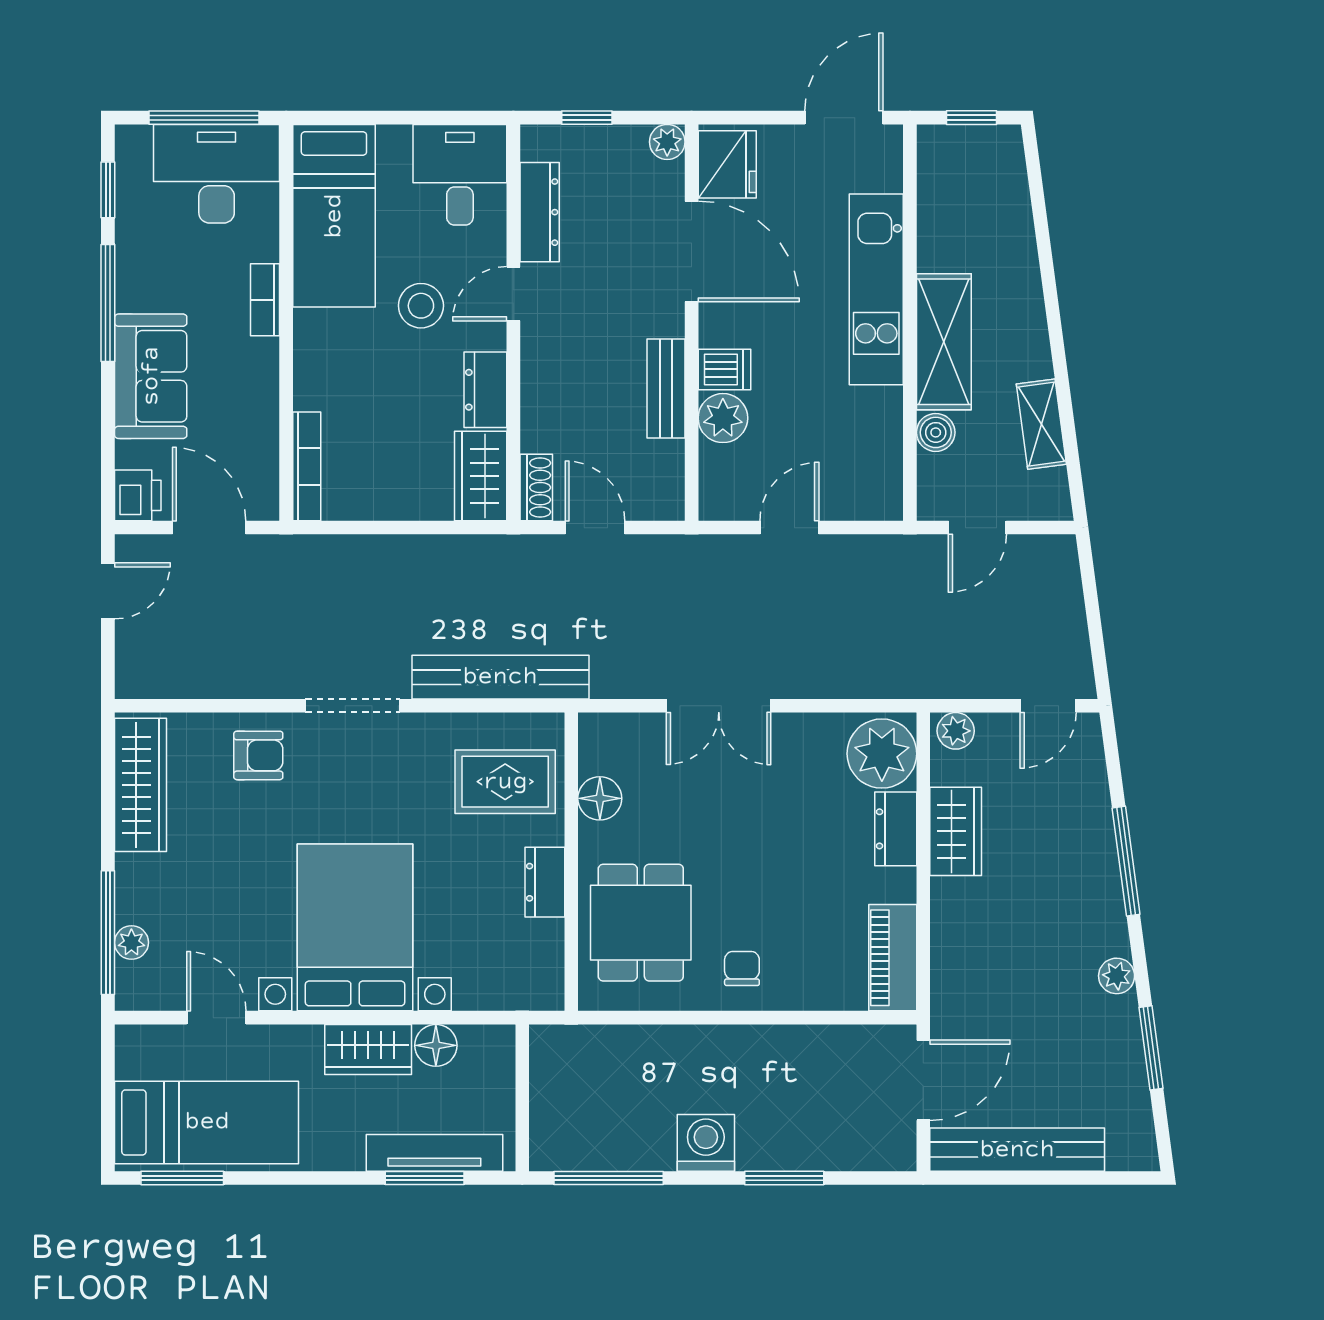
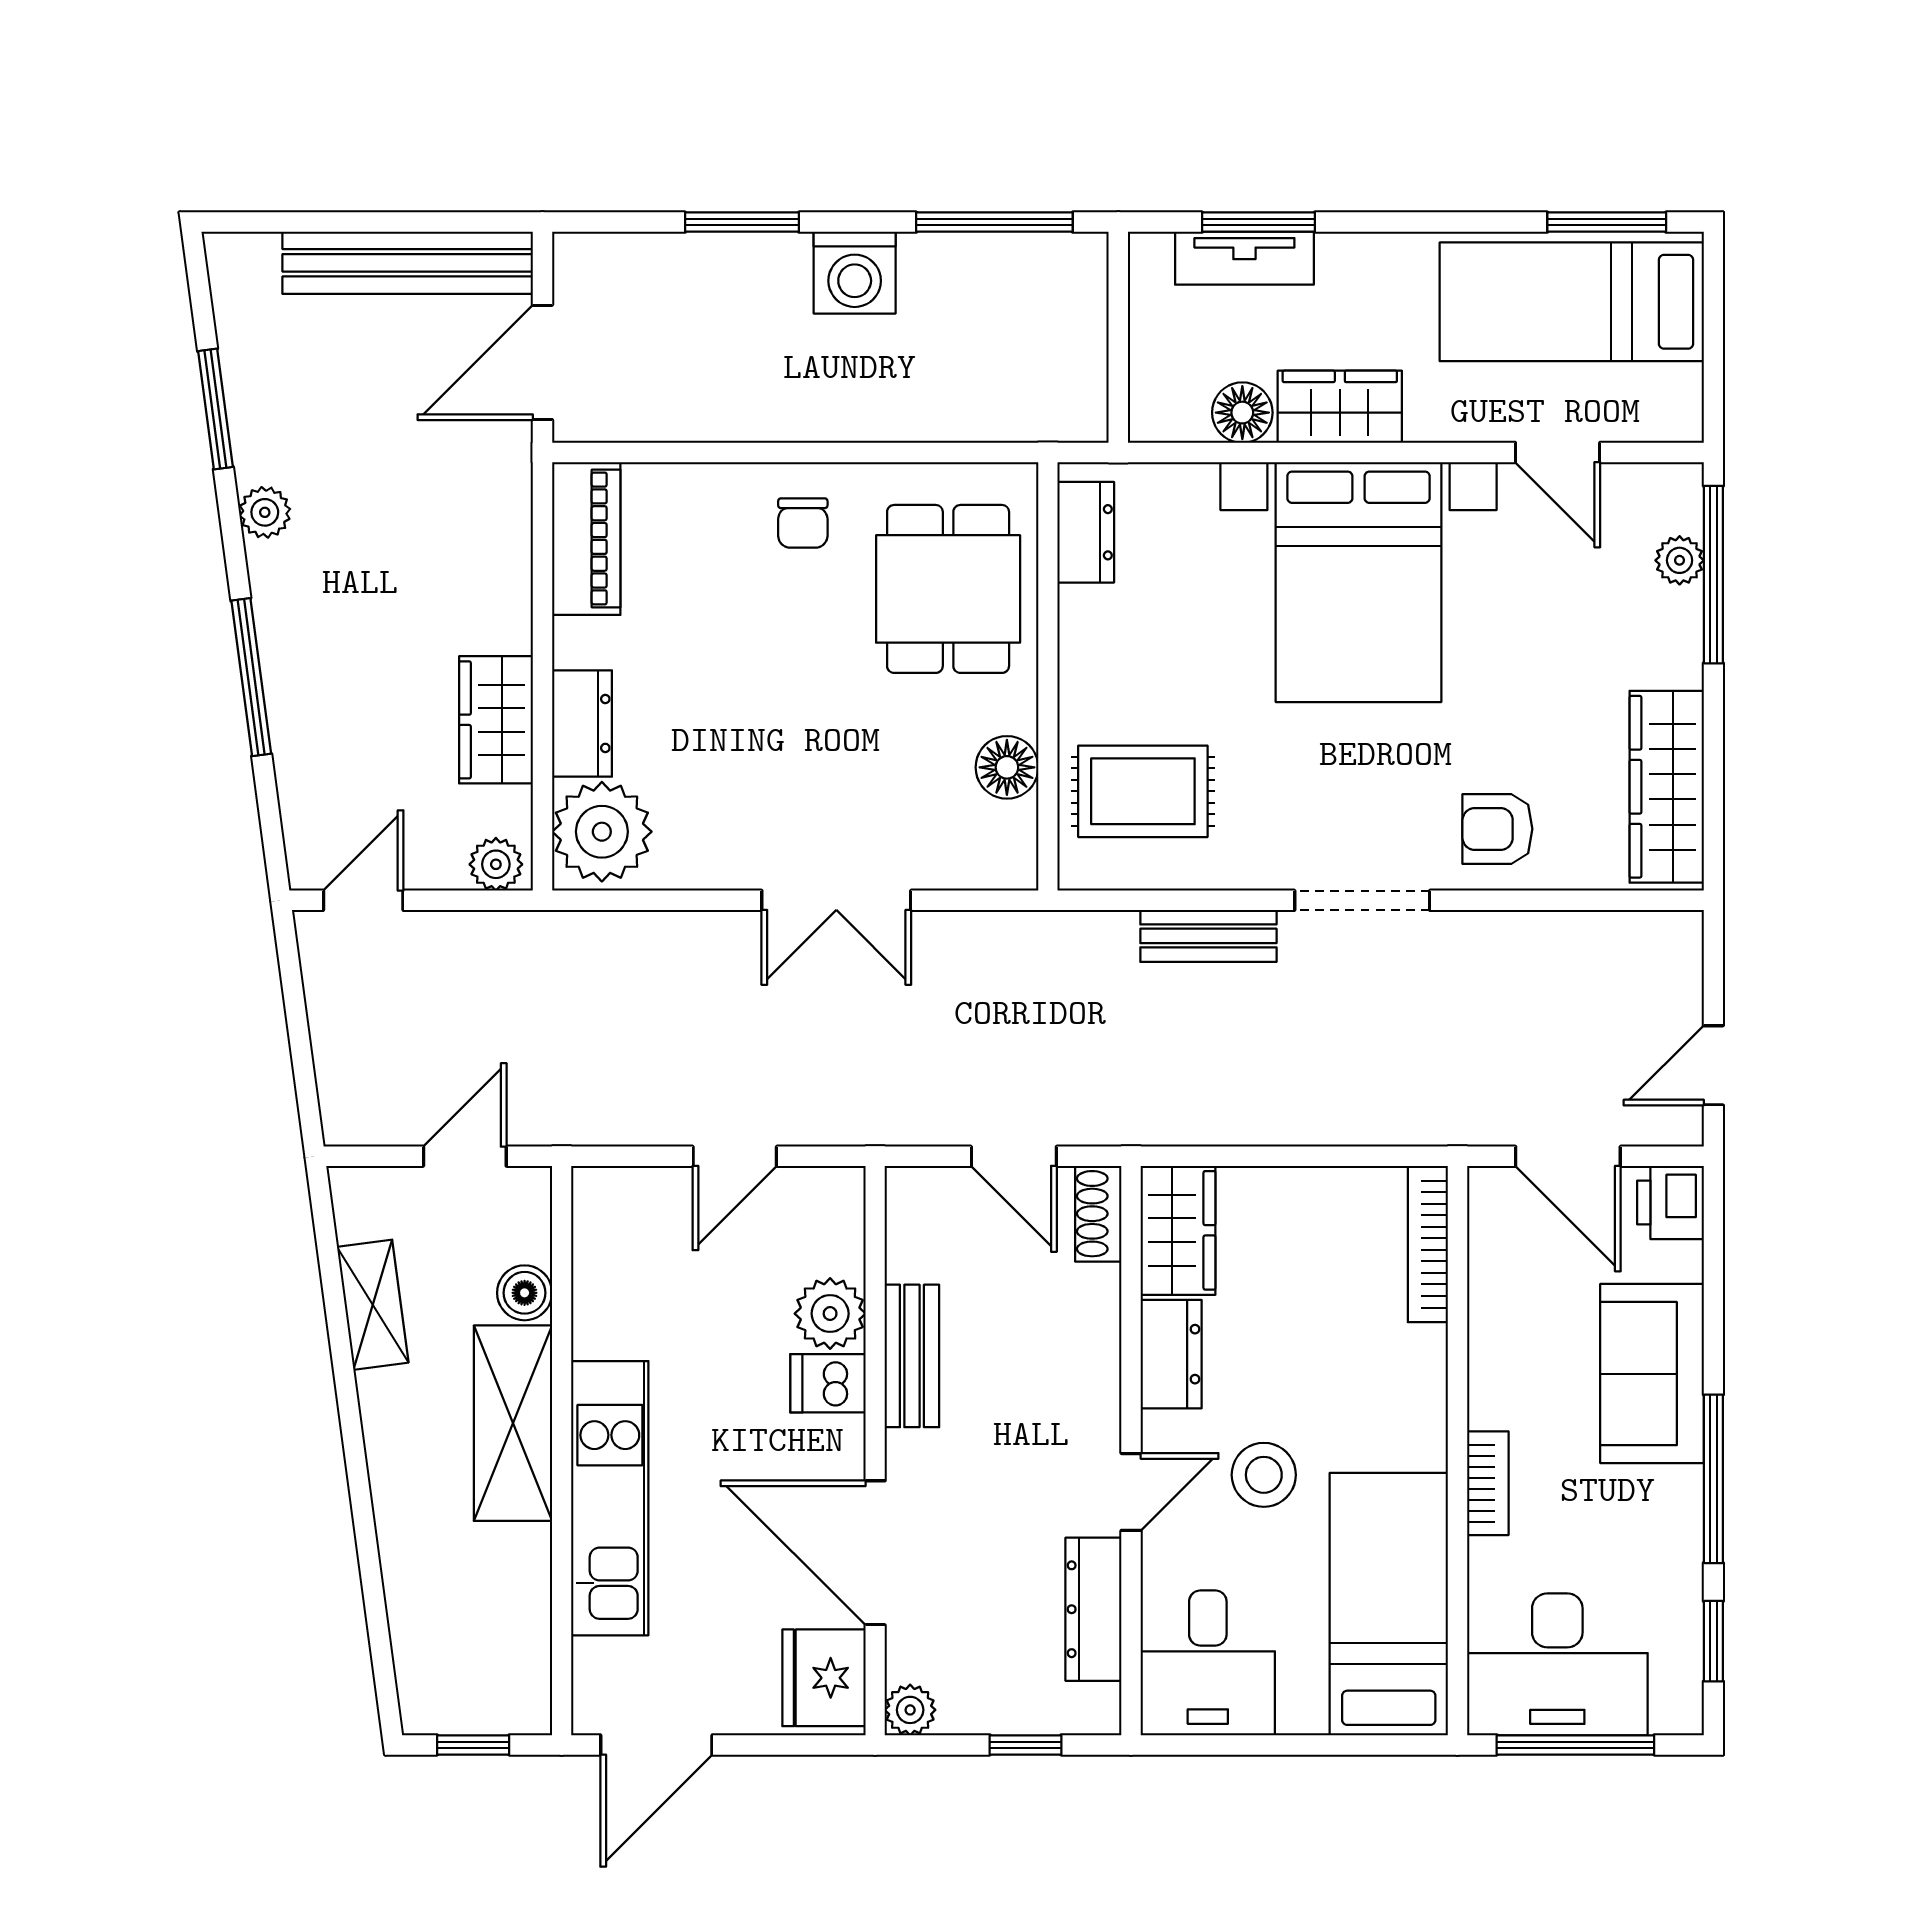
bench: (500, 677) -> (1208, 936), width x0.54, depth x0.82
double door: (719, 706) -> (836, 900), swing flipped
dresser: (545, 882) -> (1086, 532), moved
tv unit: (434, 1153) -> (1244, 258), width x0.71

